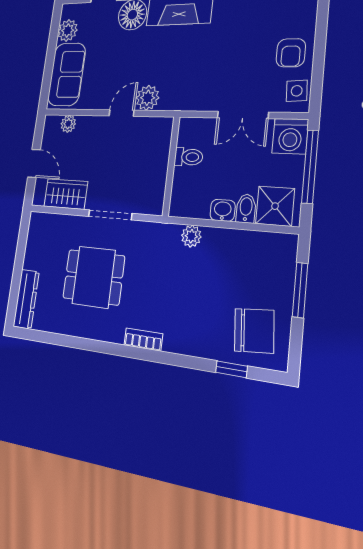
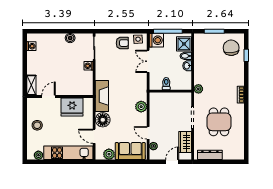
door: (122, 113) -> (148, 133), moved
double door: (243, 115) -> (148, 61), swing flipped
plant: (191, 236) -> (198, 89), moved
dresser: (26, 299) -> (210, 155), moved

